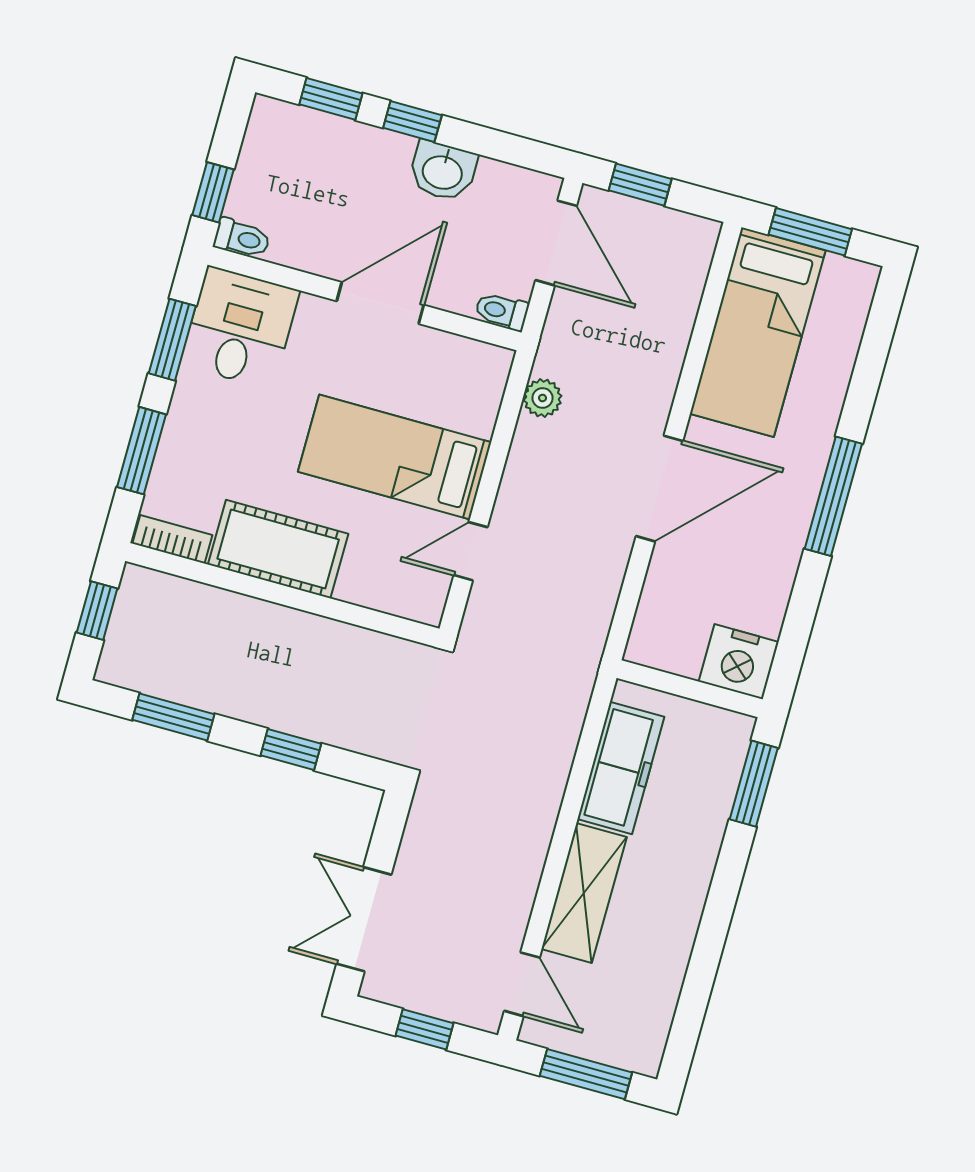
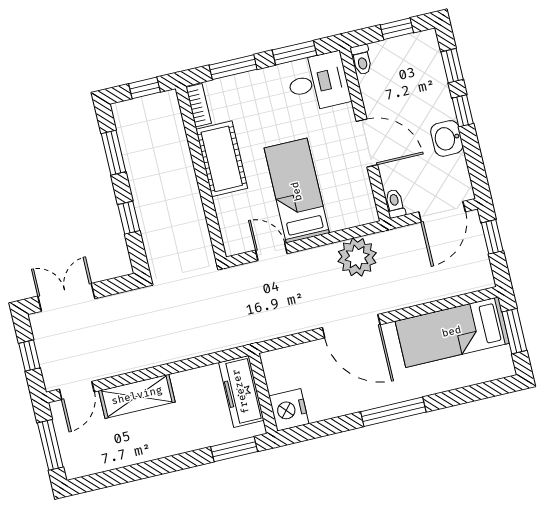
window: (213, 192) -> (397, 29), moved
plant: (543, 398) -> (357, 257), width x1.87, depth x1.87
freezer: (621, 768) -> (241, 391), moved, turned 90

